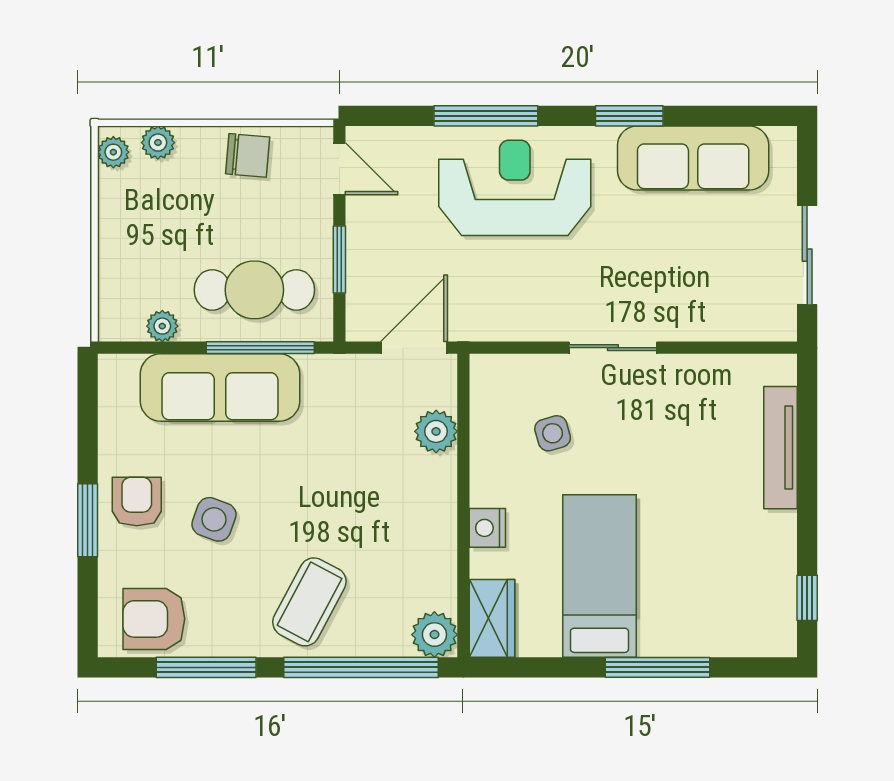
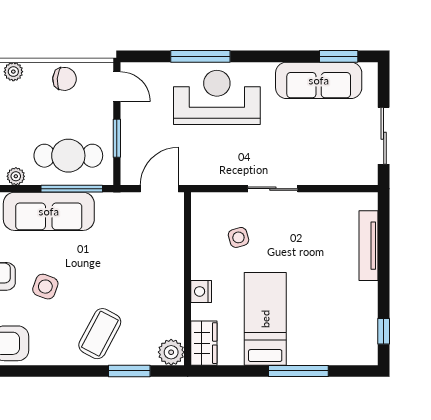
window: (629, 116) -> (339, 56), moved
plant: (436, 431) -> (172, 236), removed
window: (206, 667) -> (41, 371), removed
window: (361, 667) -> (129, 371), width x0.47

